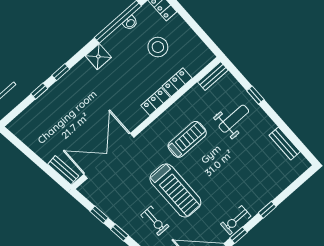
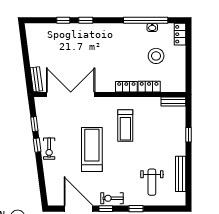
shower: (98, 57) -> (116, 31), removed
weight bench: (234, 119) -> (152, 182), moved, turned 90
treadmill: (187, 139) -> (125, 126), turned 90
bench: (285, 143) -> (181, 174), width x1.36
treadmill: (175, 190) -> (92, 150), turned 180
exercise bike: (155, 221) -> (49, 149), moved

